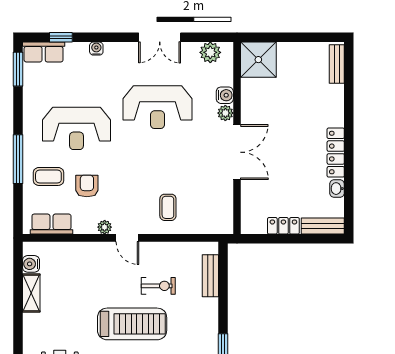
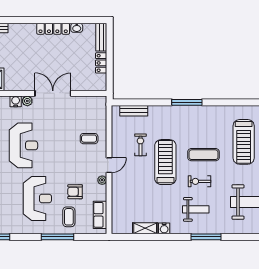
water cooler: (31, 264) -> (164, 228), moved

